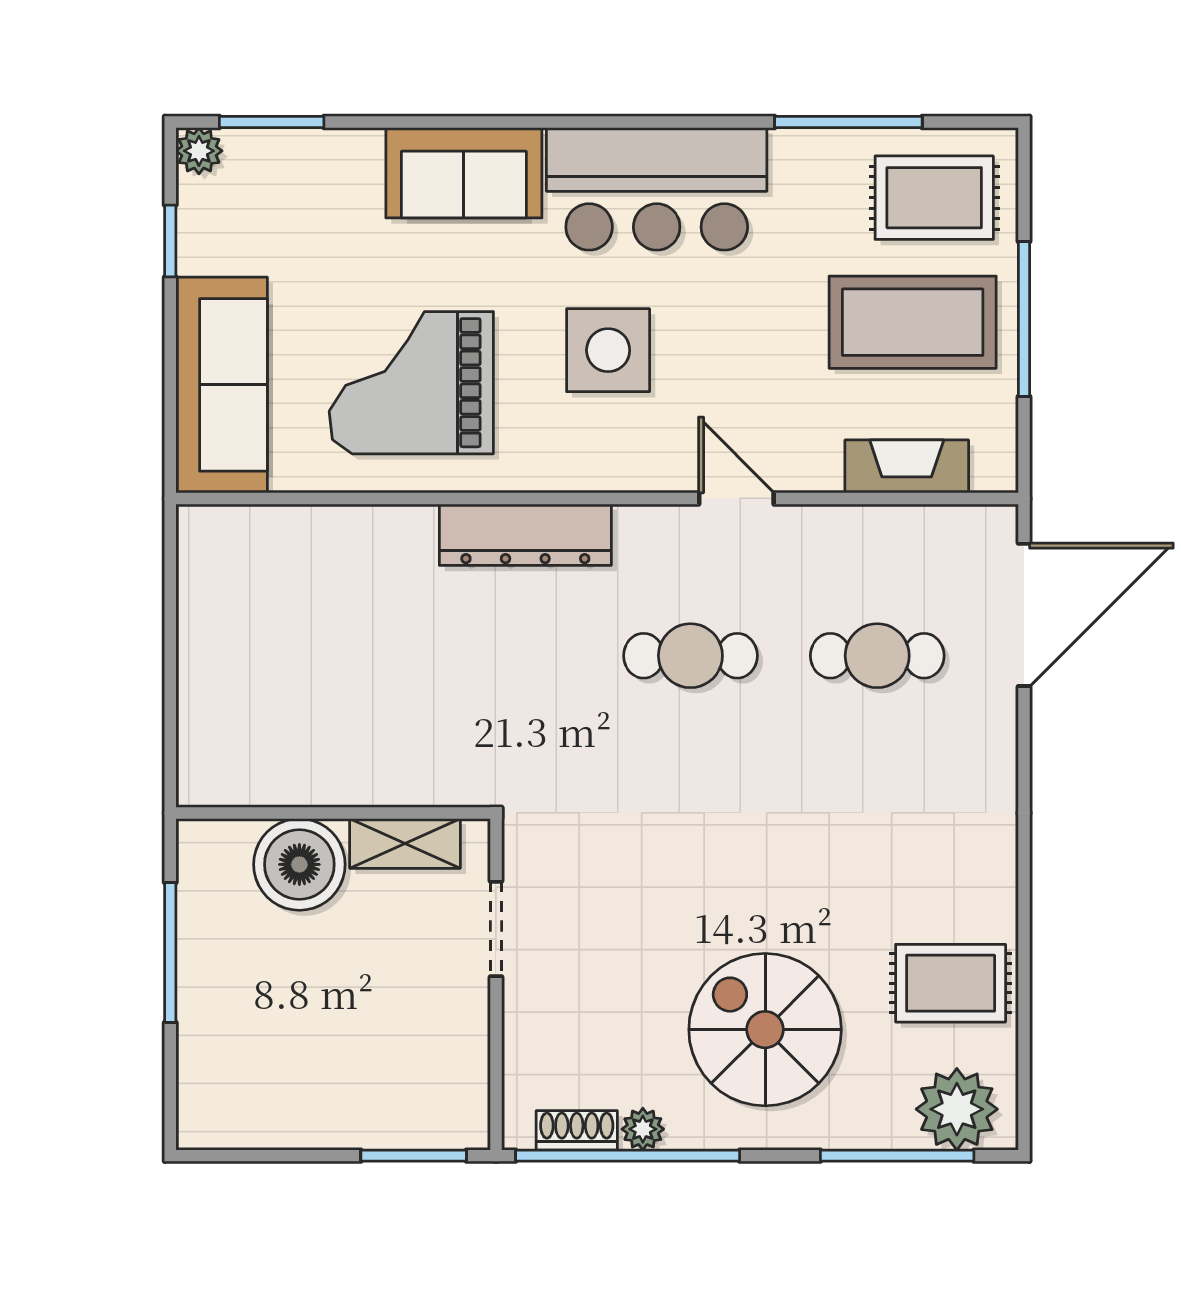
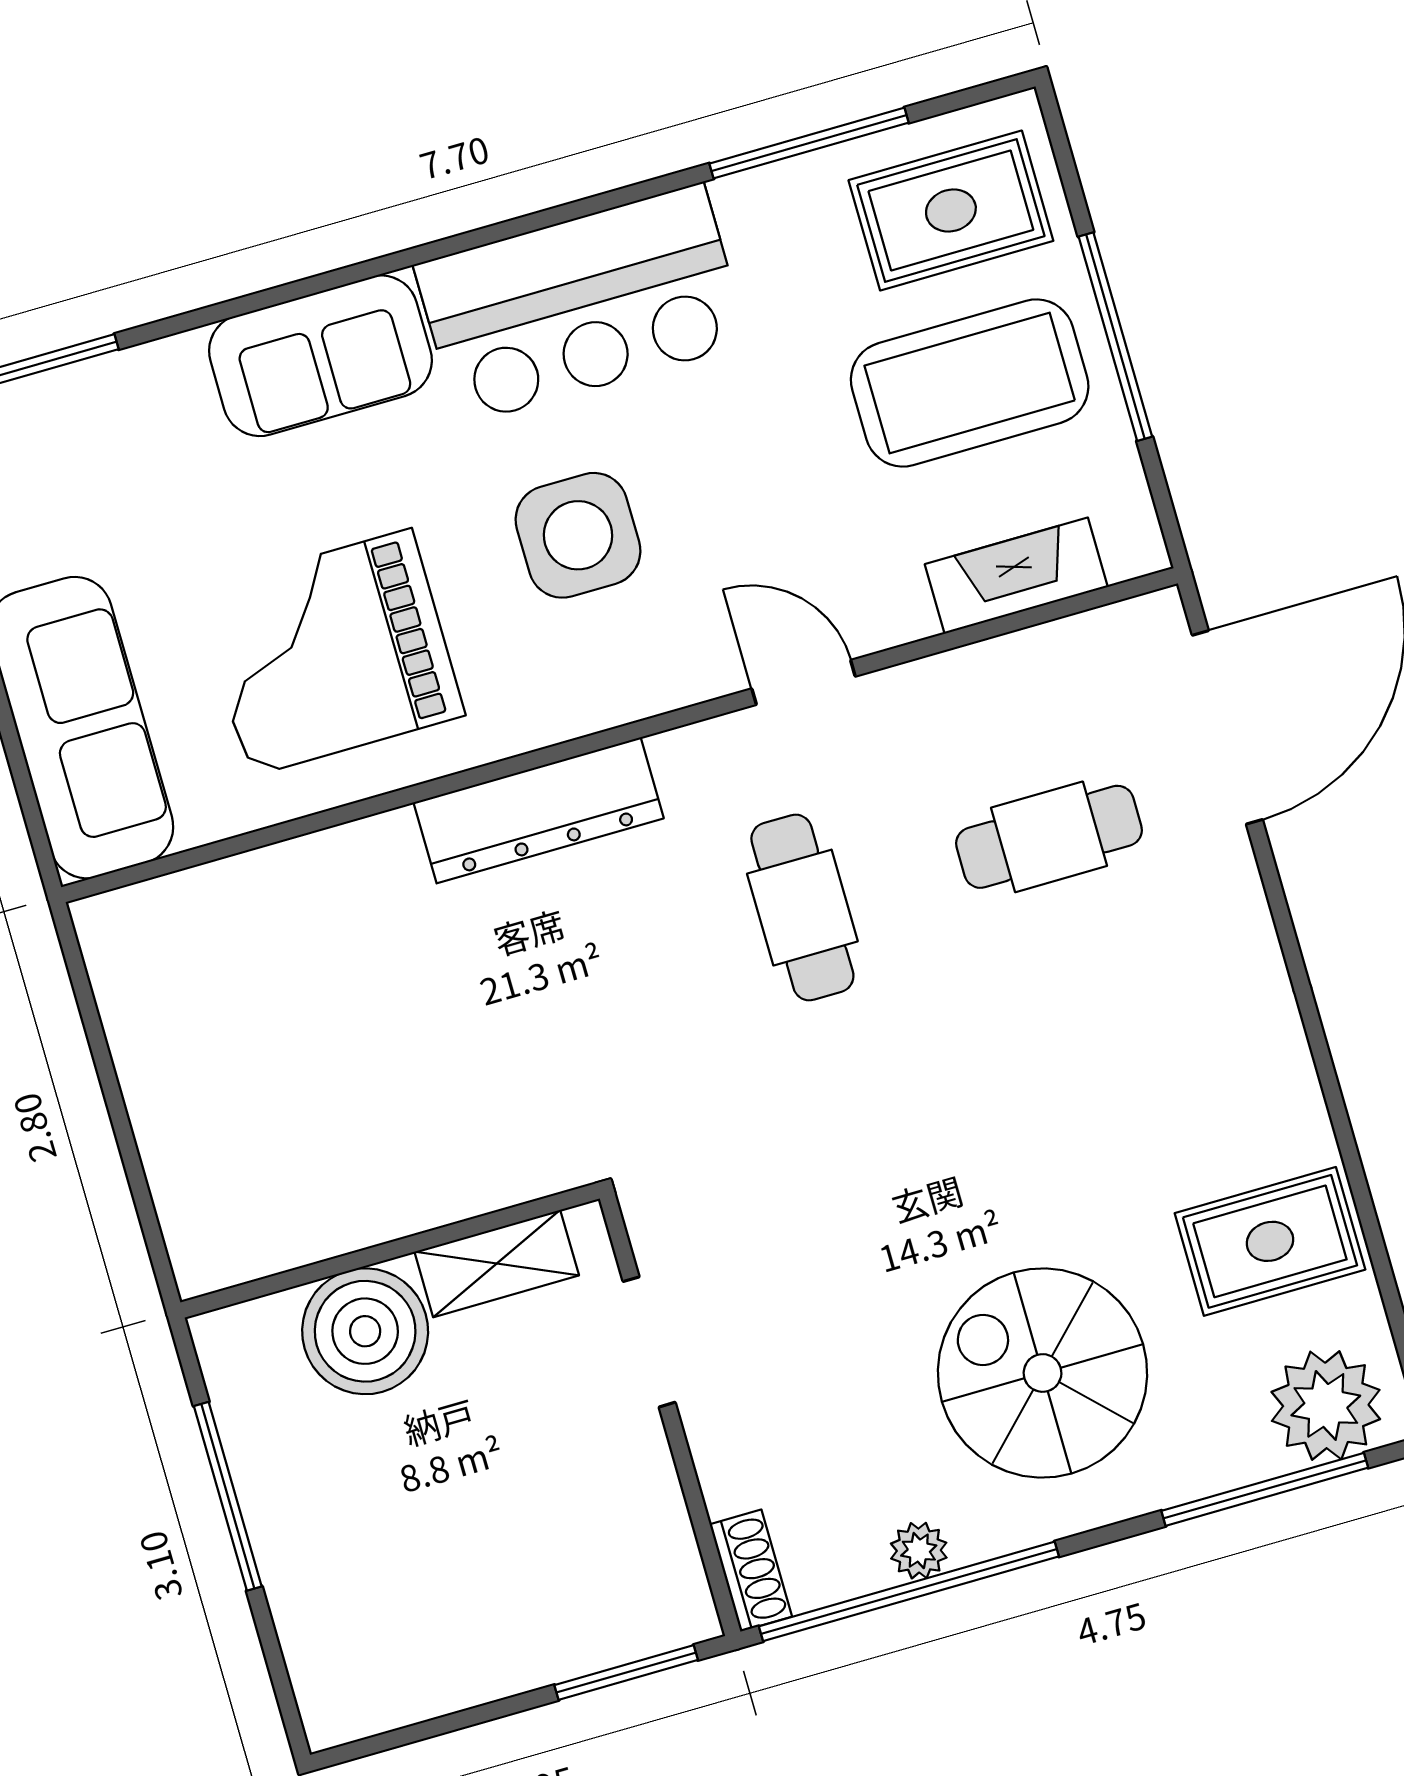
cafe table: (690, 656) -> (802, 908), turned 90
shoe rack: (577, 1130) -> (751, 1570), moved, turned 90

